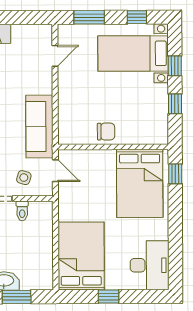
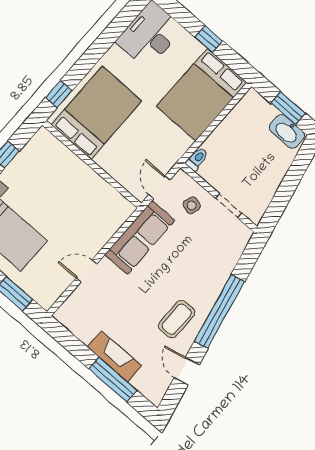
door: (55, 56) -> (86, 271), moved
chair: (106, 132) -> (86, 183), removed
toilet: (22, 211) -> (197, 159), moved

